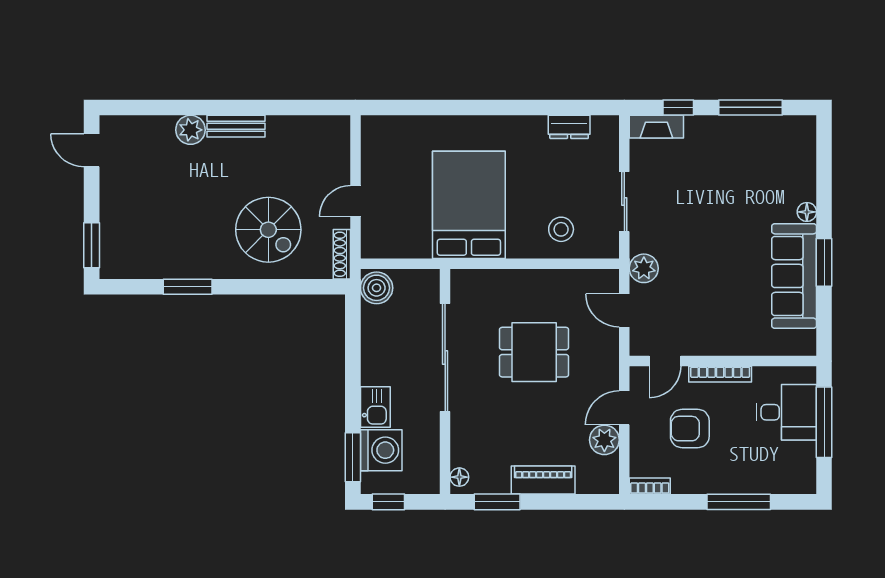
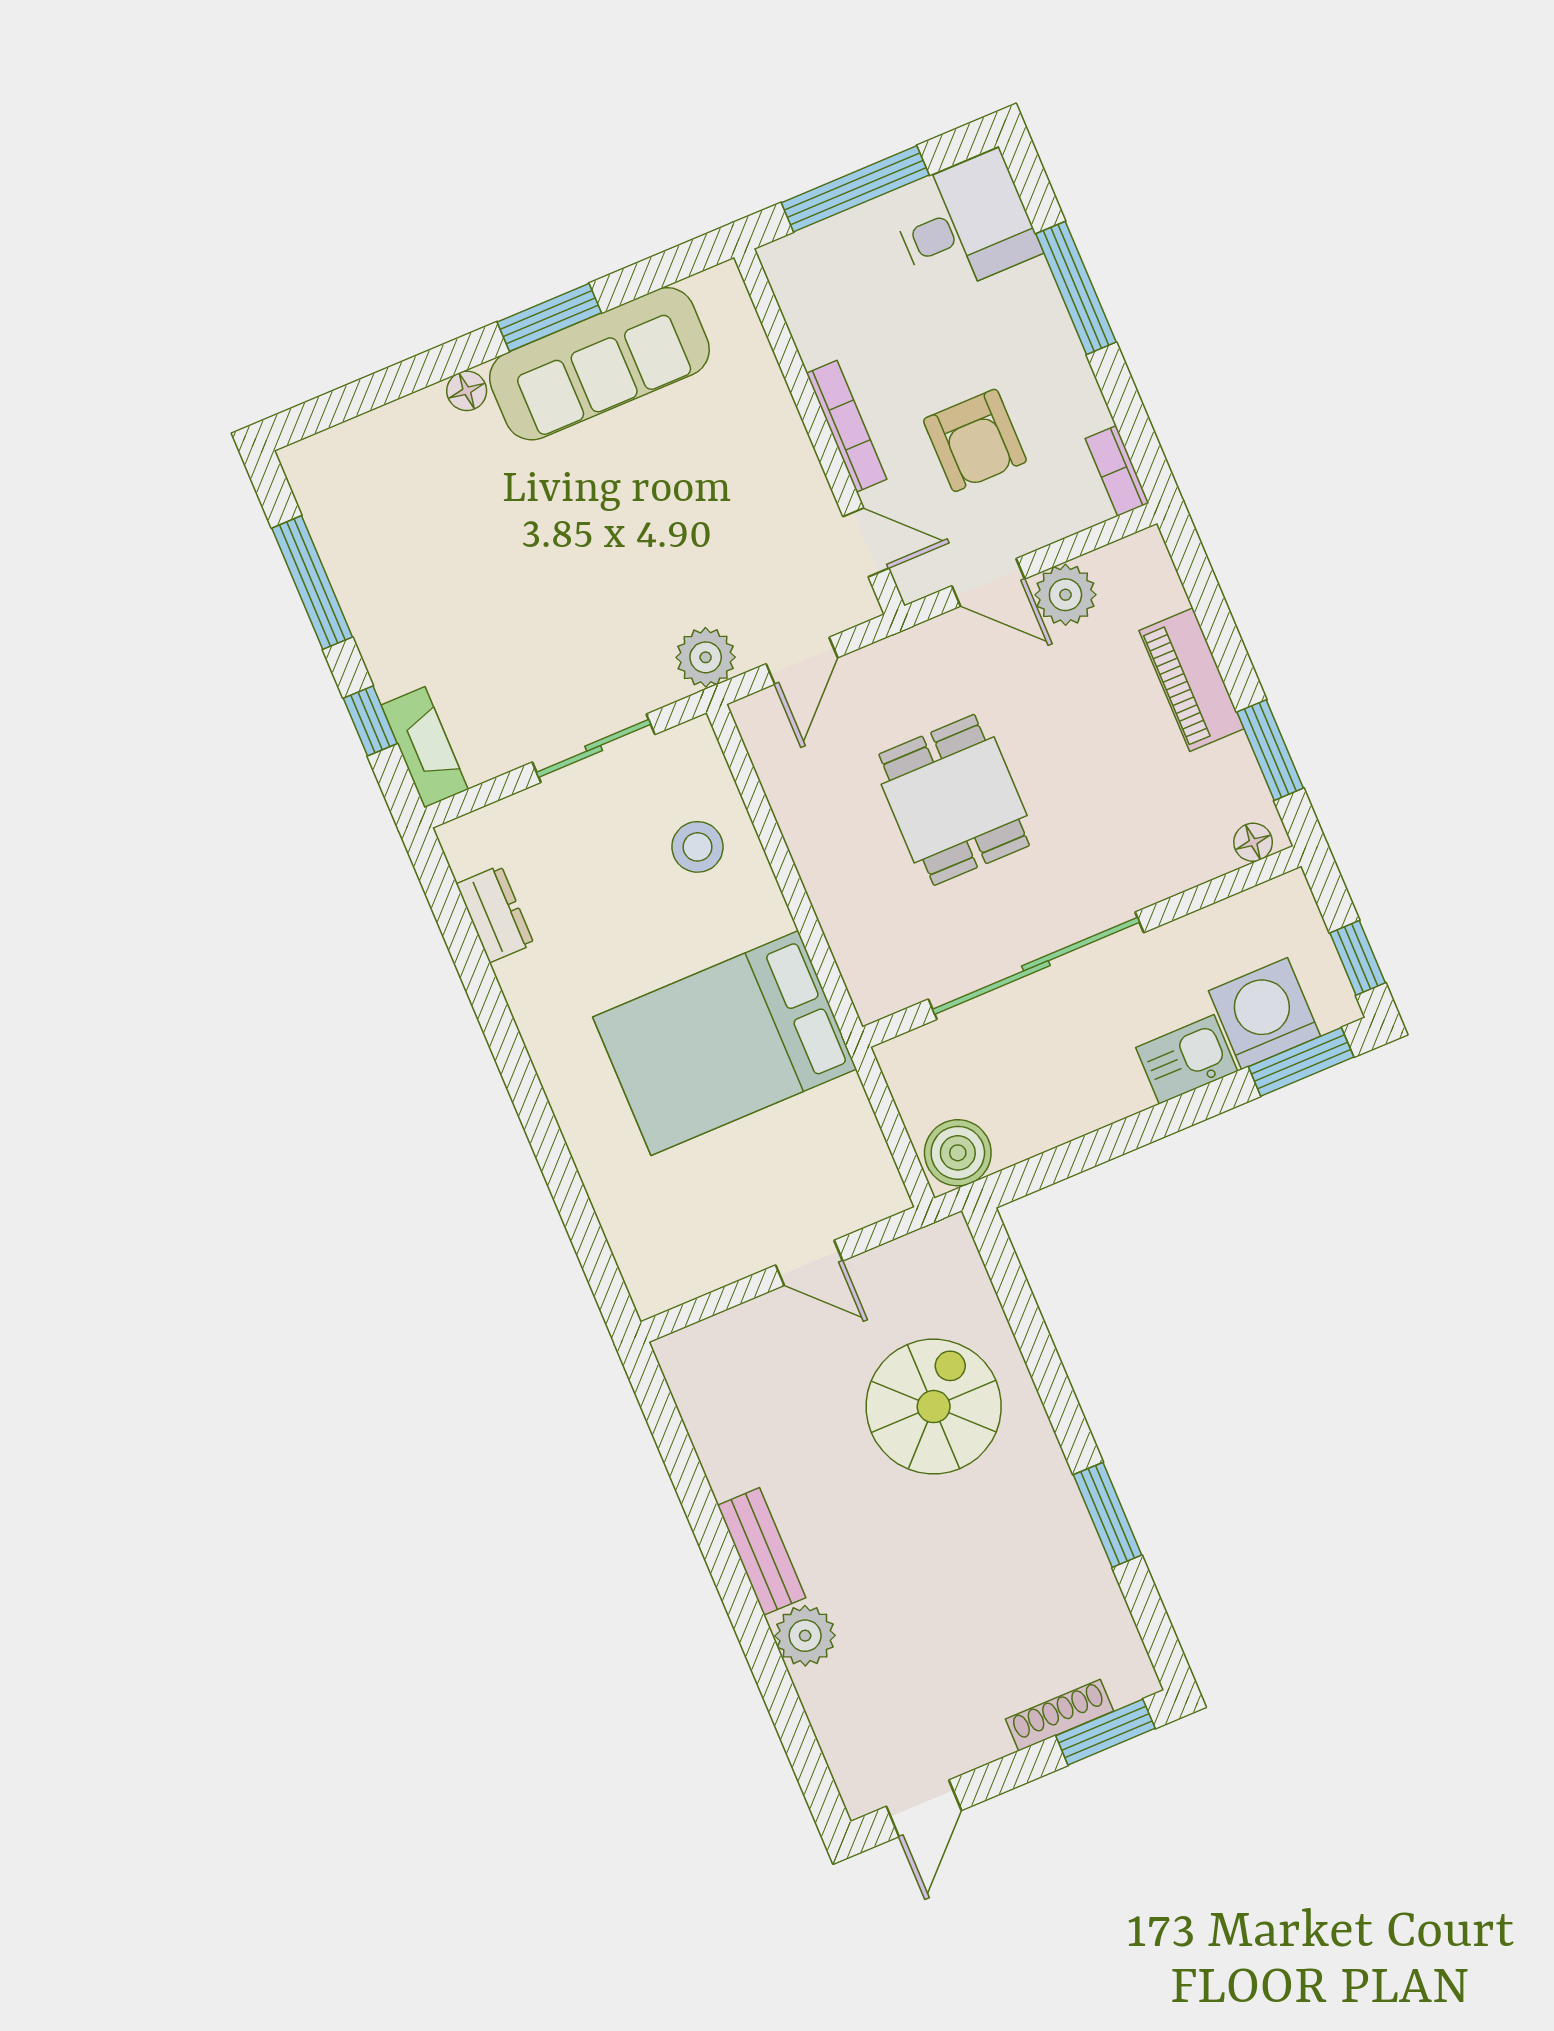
shoe rack: (342, 254) -> (1060, 1715), moved, turned 180
desk: (786, 412) -> (964, 224), moved, turned 90

